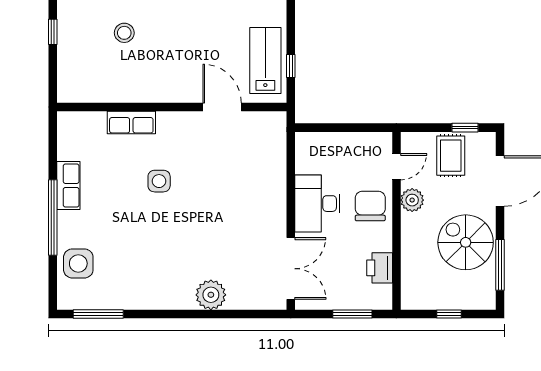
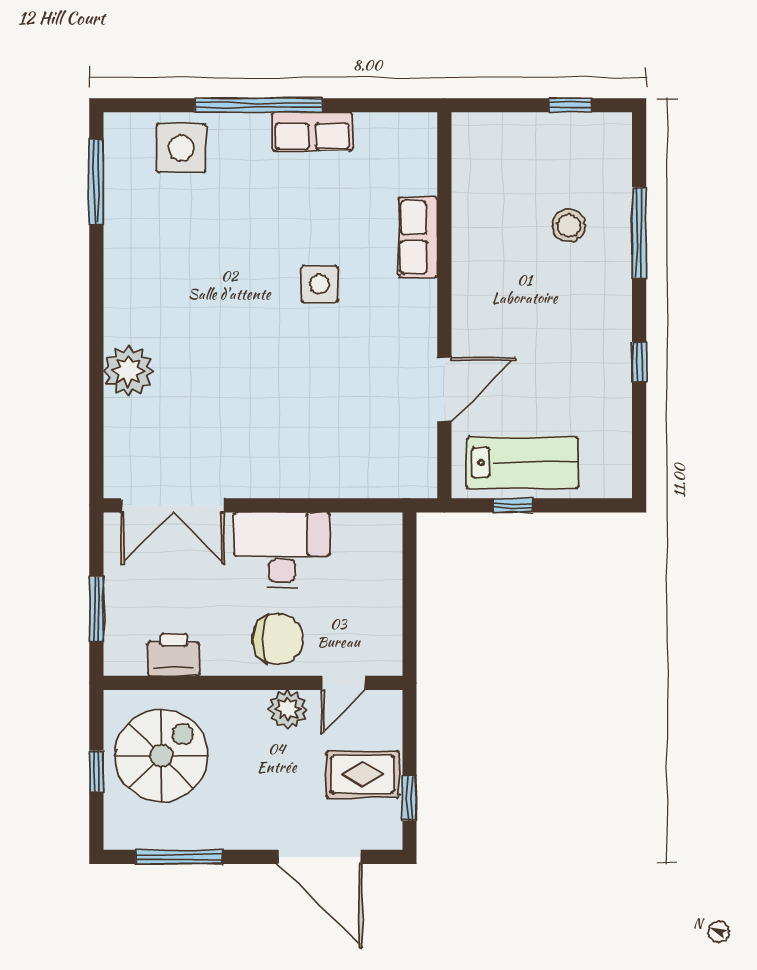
door: (396, 167) -> (344, 683), hinge flipped
spiral stairs: (466, 242) -> (161, 756), moved

